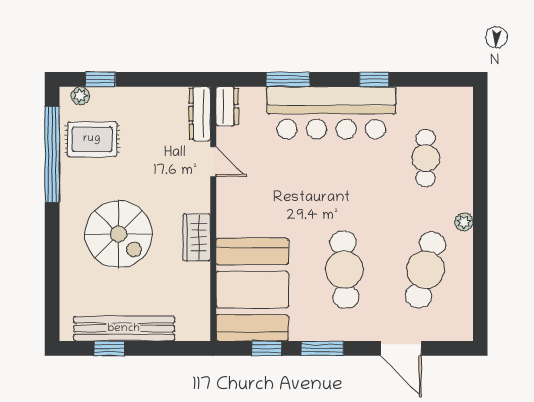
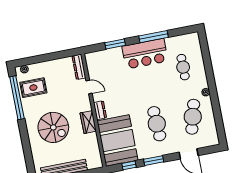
window: (100, 79) -> (32, 60), removed
window: (374, 79) -> (153, 37), width x2.17
dresser: (227, 106) -> (100, 110), moved
bar counter: (331, 113) -> (145, 54), width x0.73

